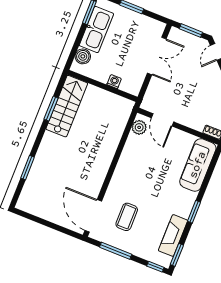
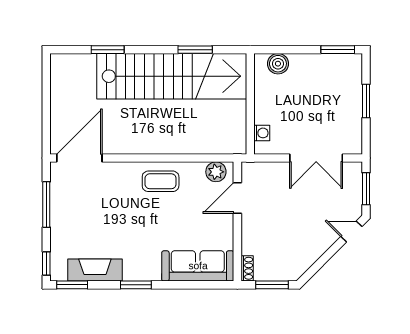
kitchen sink: (96, 29) -> (319, 67), removed
washing machine: (114, 82) -> (262, 133), moved
stairs: (67, 106) -> (172, 76), width x1.86, depth x1.51
coffee table: (127, 217) -> (161, 181), moved

